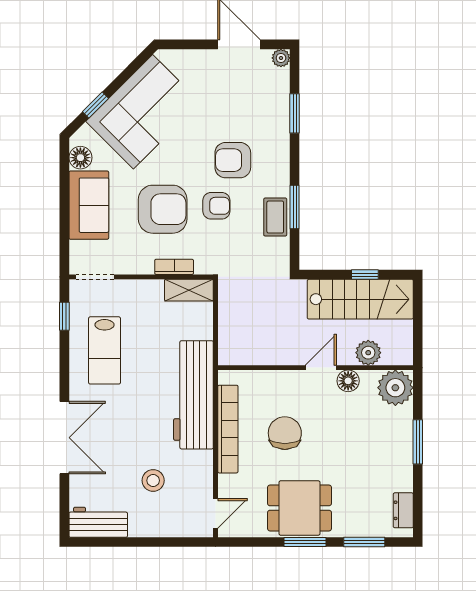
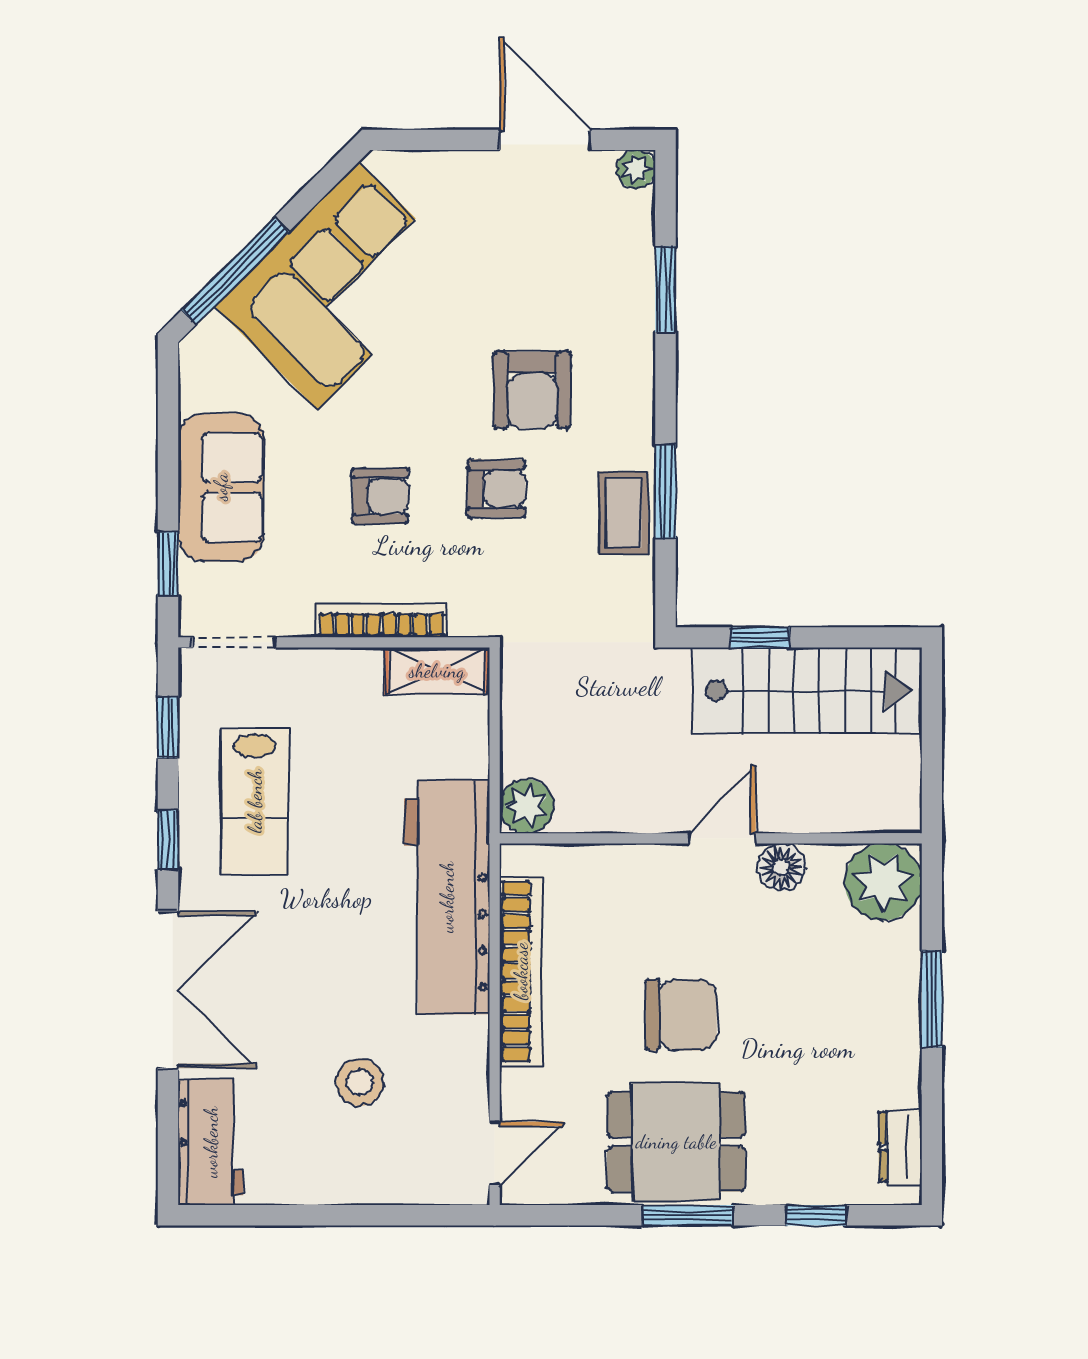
window: (96, 105) -> (235, 271), width x2.17
floor lamp: (80, 158) -> (203, 385), removed
armchair: (233, 160) -> (532, 390), turned -90
armchair: (163, 209) -> (380, 496), width x0.53, depth x0.53
window: (64, 241) -> (168, 564), added
bookcase: (174, 267) -> (382, 621), width x1.56
window: (365, 275) -> (760, 637), moved
plant: (368, 353) -> (527, 806), moved
window: (64, 368) -> (168, 840), added
chair: (285, 433) -> (681, 1015), moved, turned 90
workbench: (98, 522) -> (211, 1142), moved, turned 90
window: (364, 542) -> (816, 1215), width x0.67

